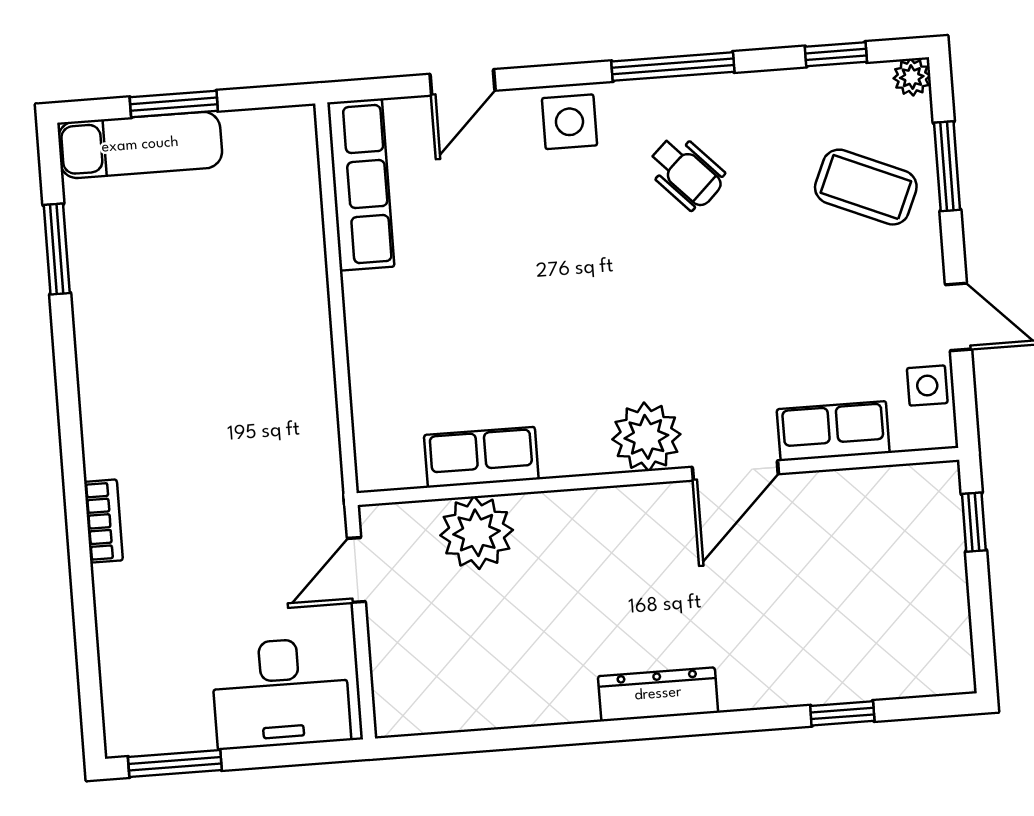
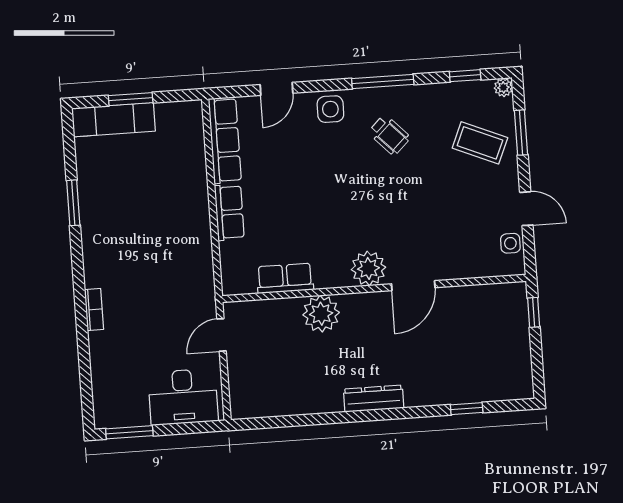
window: (57, 249) -> (73, 203), moved
row of seats: (833, 431) -> (229, 212), moved, turned 90
plant: (477, 533) -> (321, 314), moved

